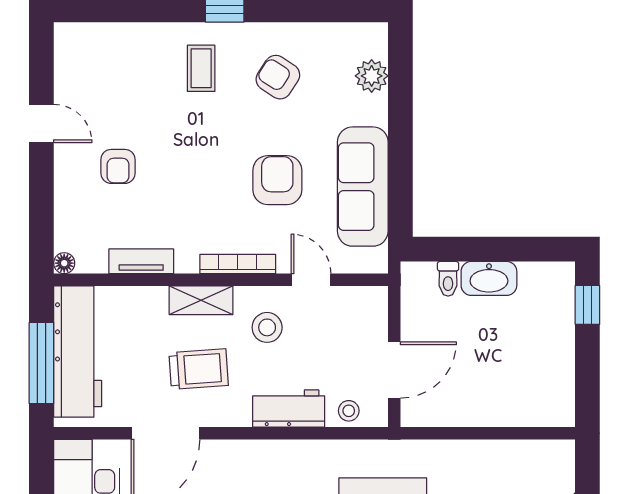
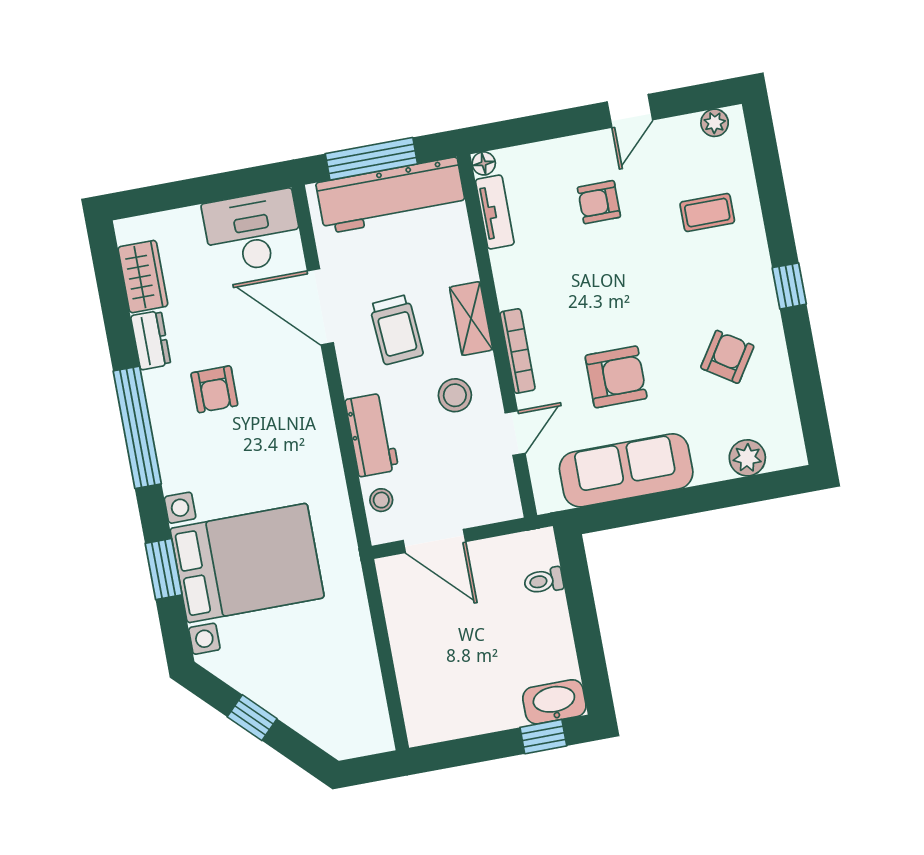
plant: (66, 50) -> (715, 123), added
coffee table: (201, 68) -> (707, 213), moved
tv unit: (141, 261) -> (495, 212), moved
washbasin: (489, 278) -> (554, 702), moved, turned 90

